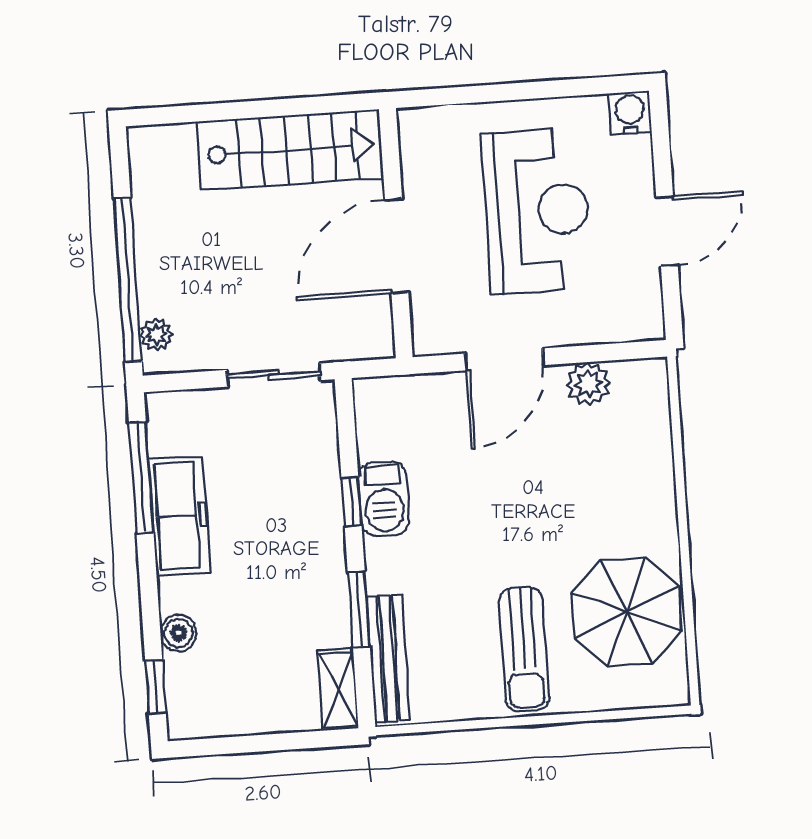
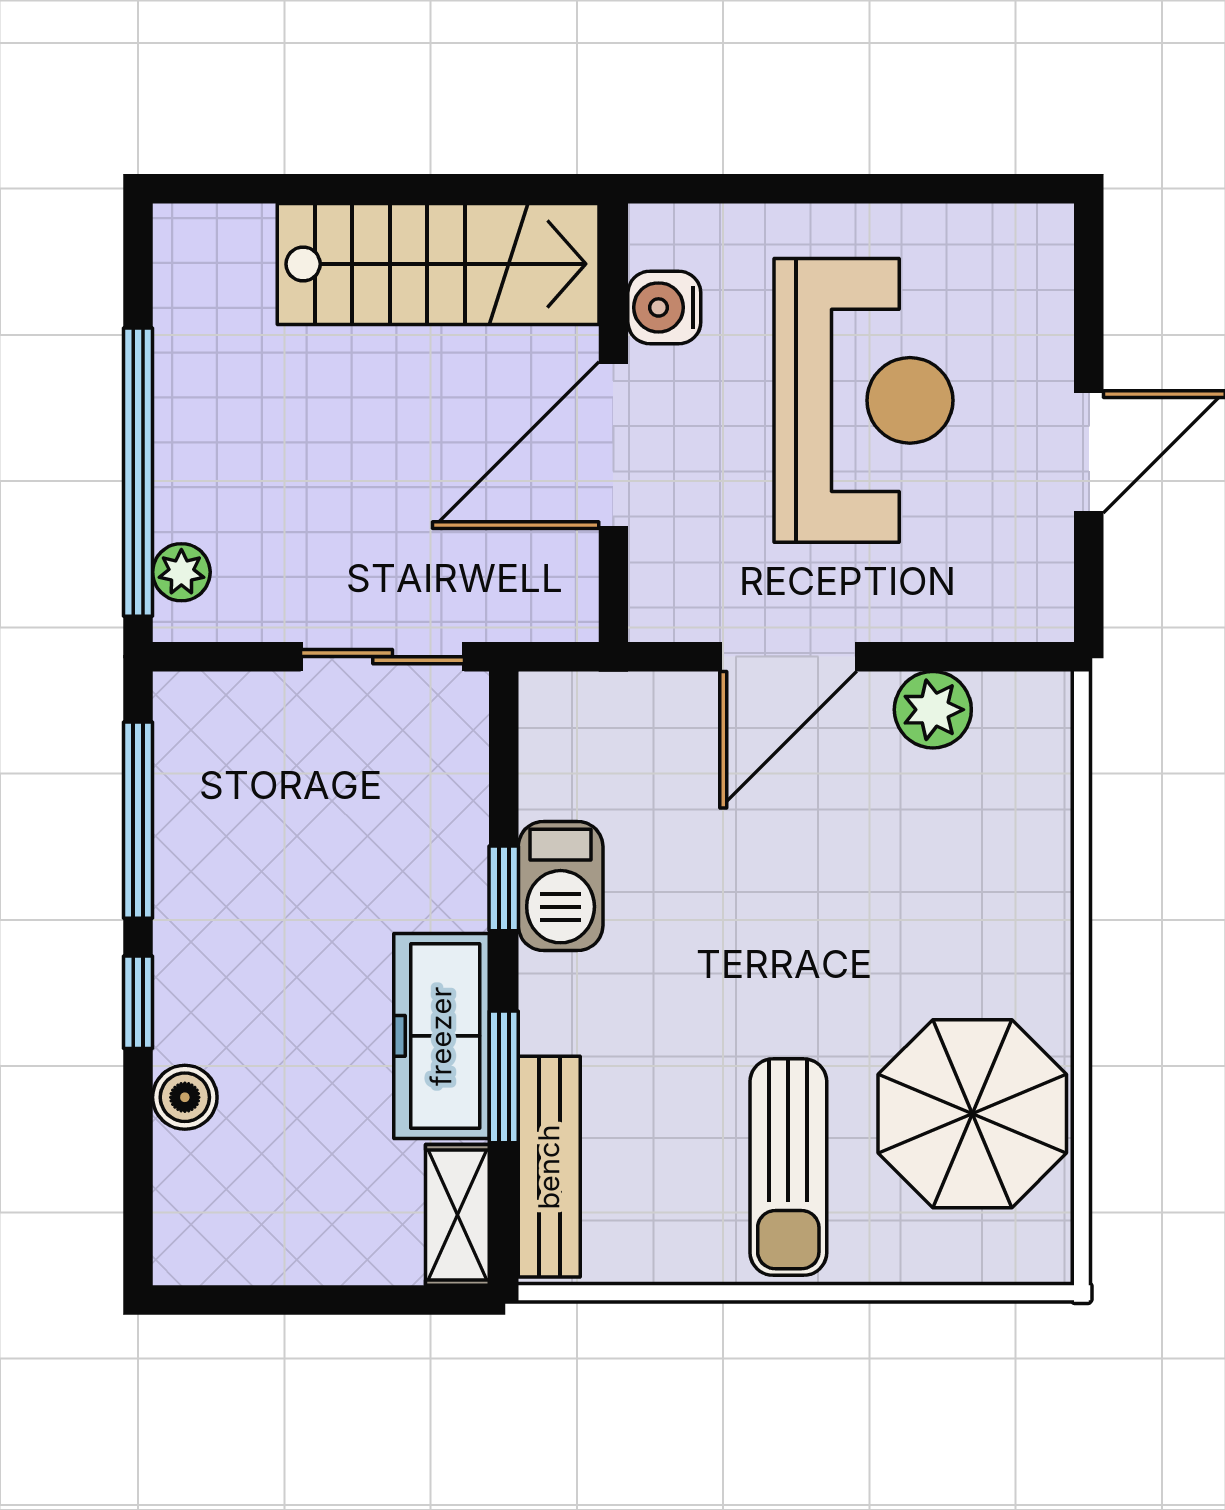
water cooler: (630, 113) -> (664, 307), moved, turned -90
freezer: (179, 516) -> (441, 1036), moved, turned 180
window: (155, 687) -> (138, 1002), moved

